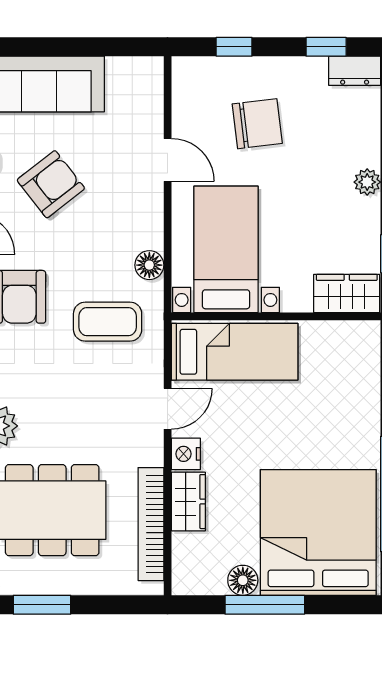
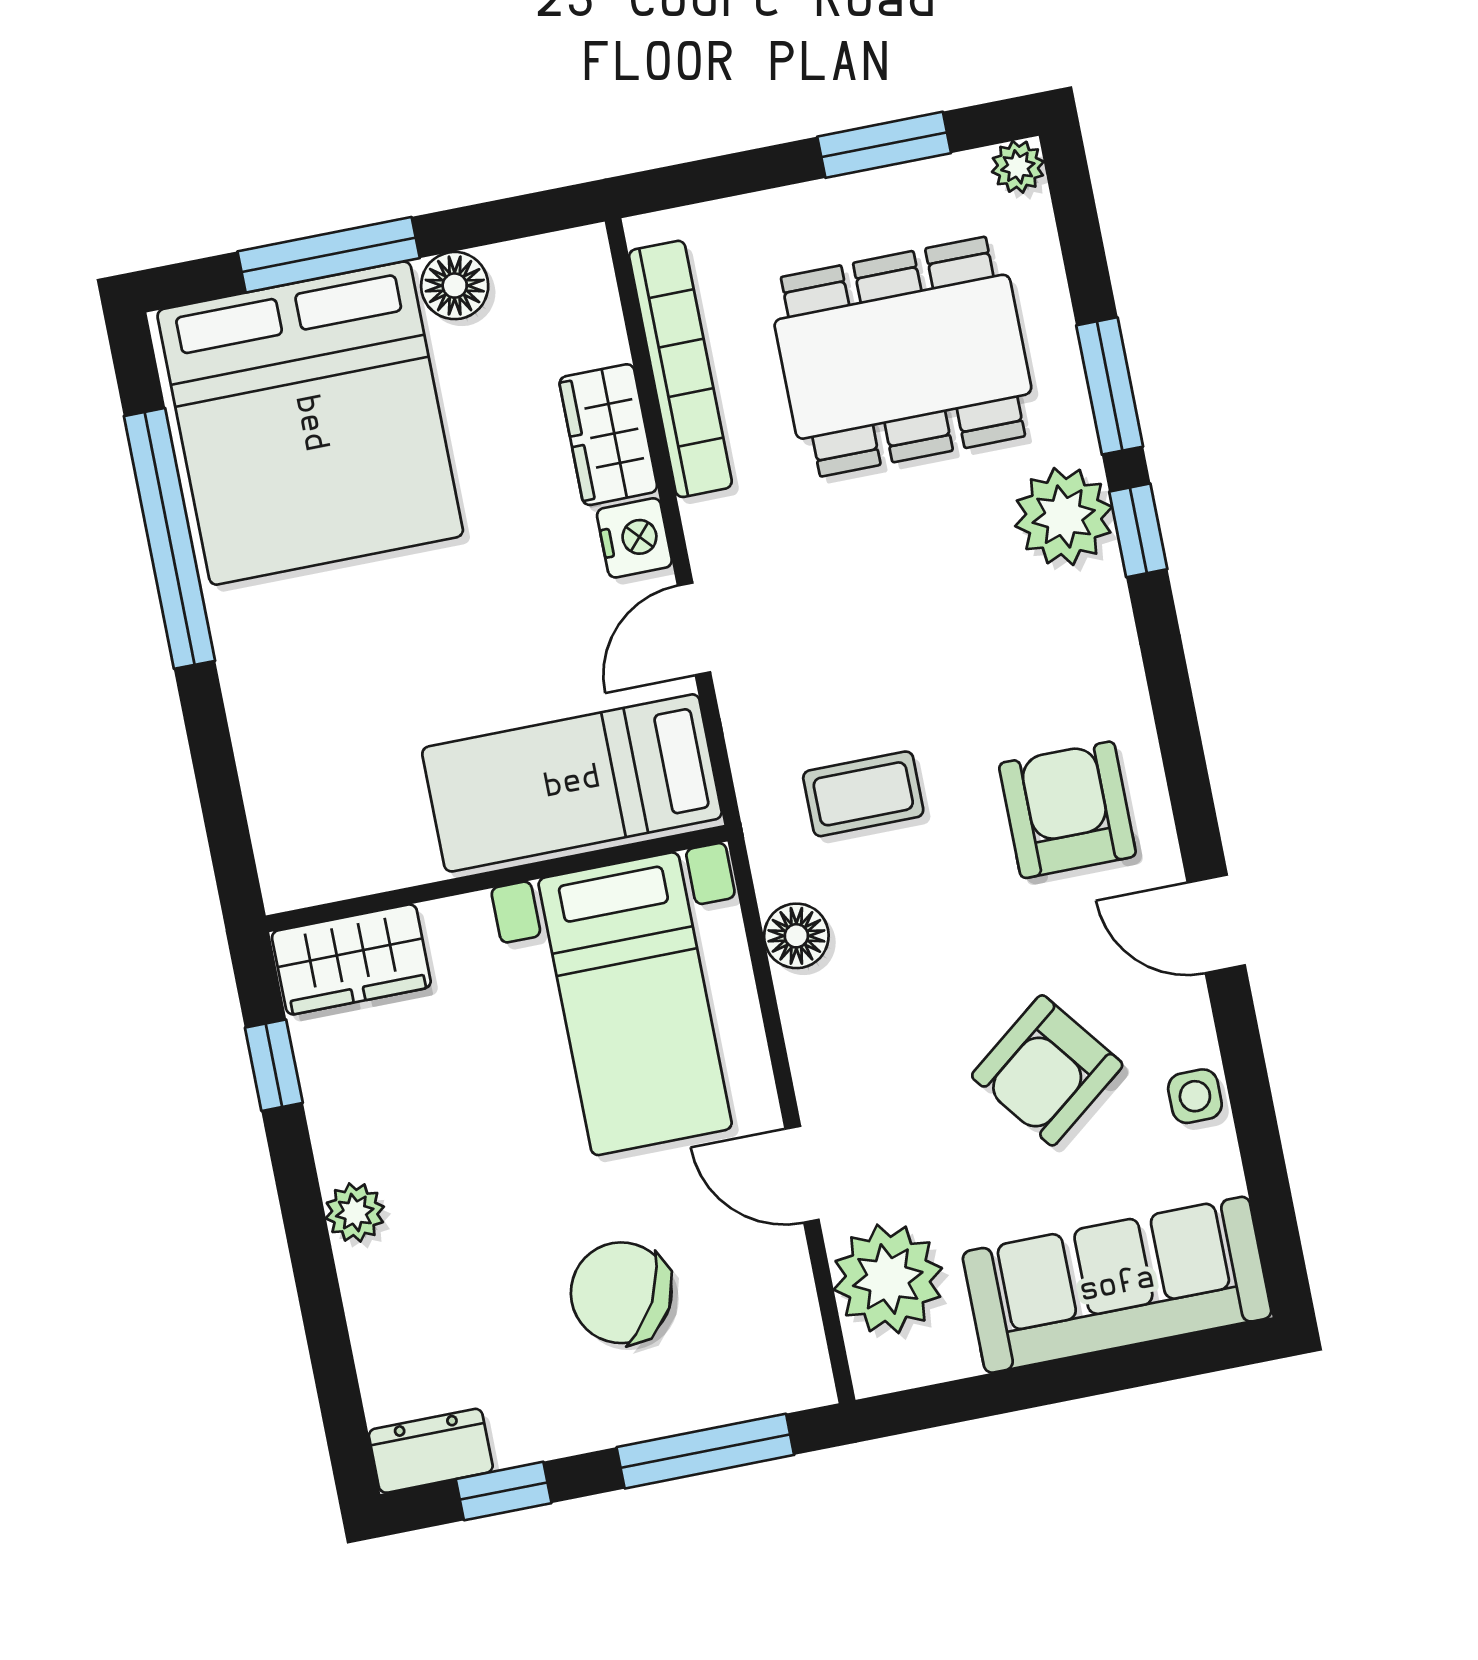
window: (234, 47) -> (705, 1451), width x2.17
plant: (139, 107) -> (888, 1279), added
chair: (257, 124) -> (621, 1293), turned 35
coffee table: (108, 322) -> (863, 794), width x0.73, depth x0.77
window: (265, 605) -> (329, 255), moved

